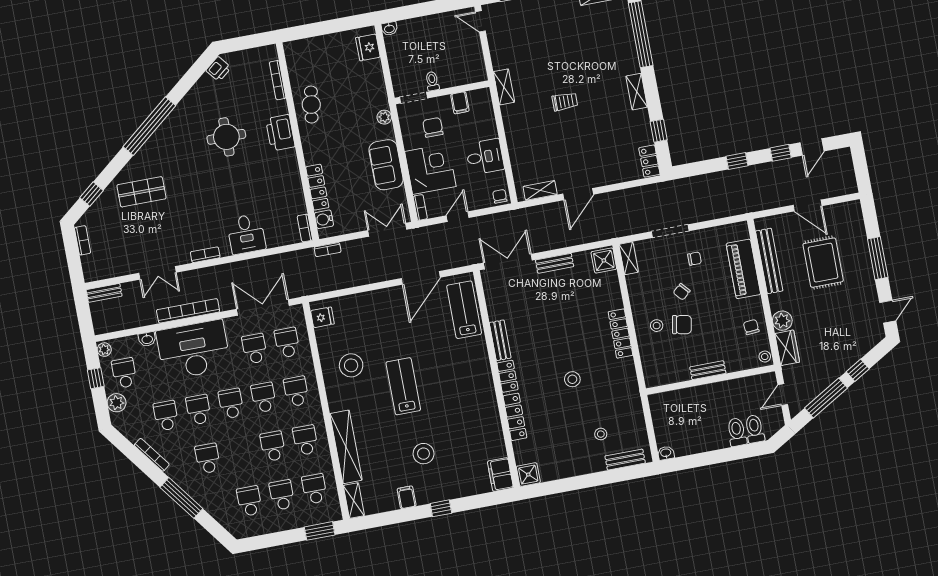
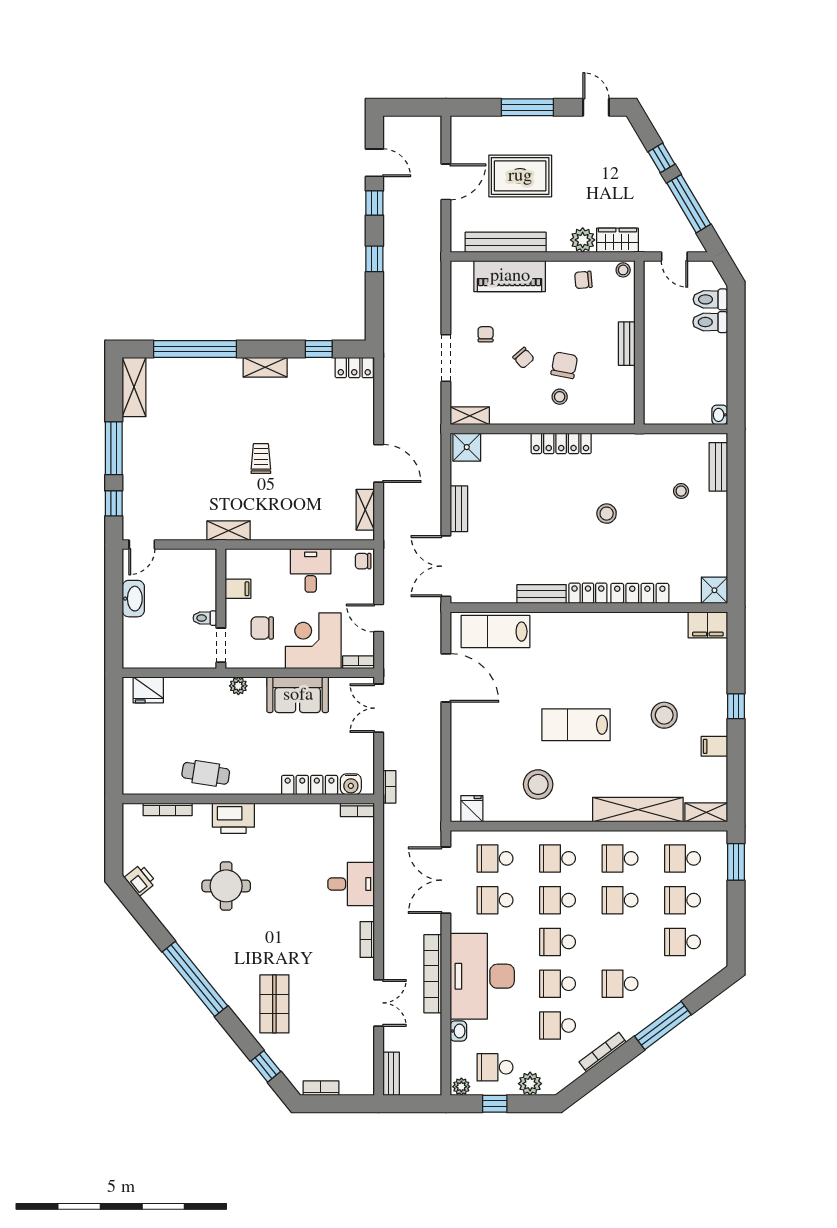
washbasin: (389, 29) -> (133, 599), moved, width x1.91, depth x1.45

